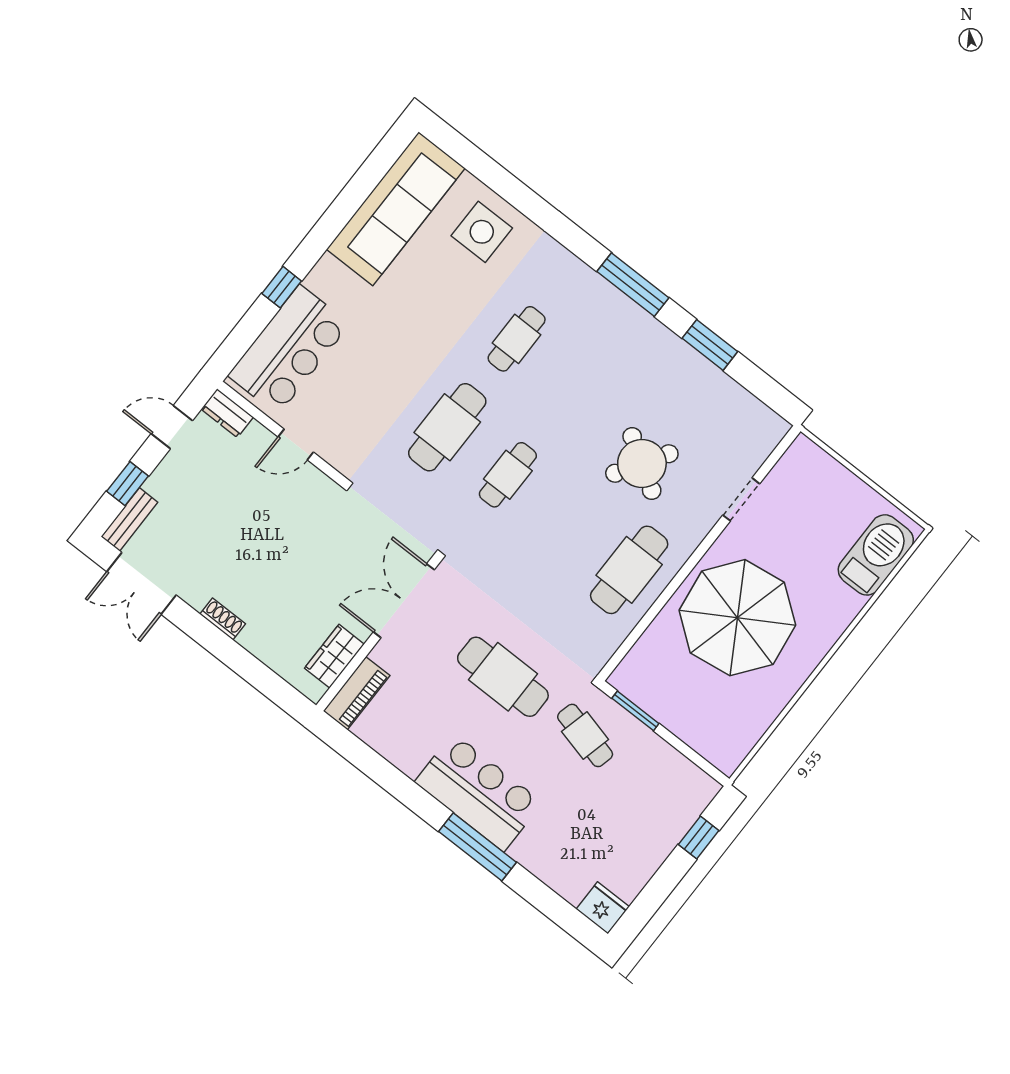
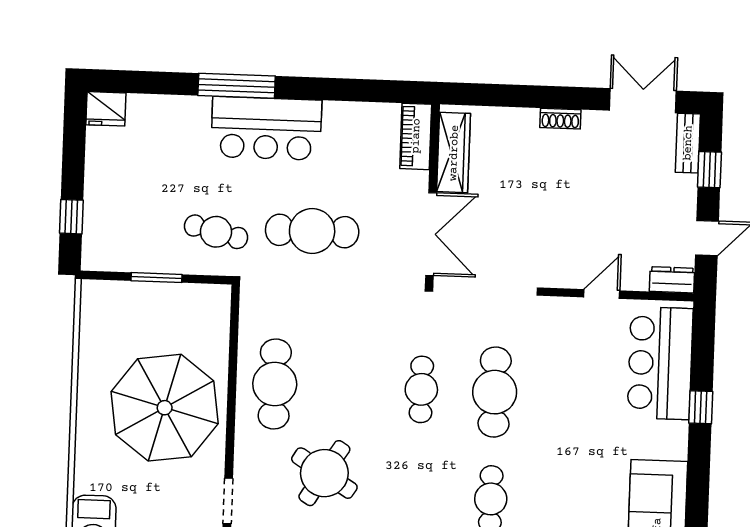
wardrobe: (334, 656) -> (454, 153), width x1.50
window: (635, 711) -> (156, 278), moved

